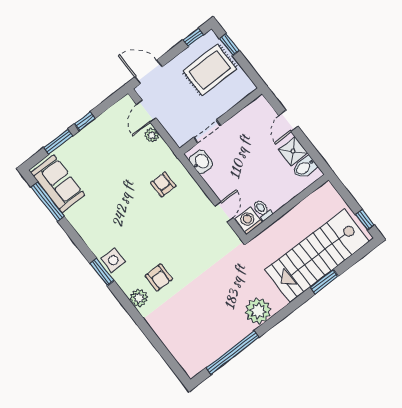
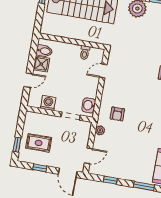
window: (193, 37) -> (40, 168), moved
rug: (210, 70) -> (39, 143), width x0.73, depth x0.70
window: (85, 121) -> (110, 180), moved
plant: (152, 135) -> (100, 130), moved
washing machine: (249, 221) -> (48, 103), moved, turned 180

